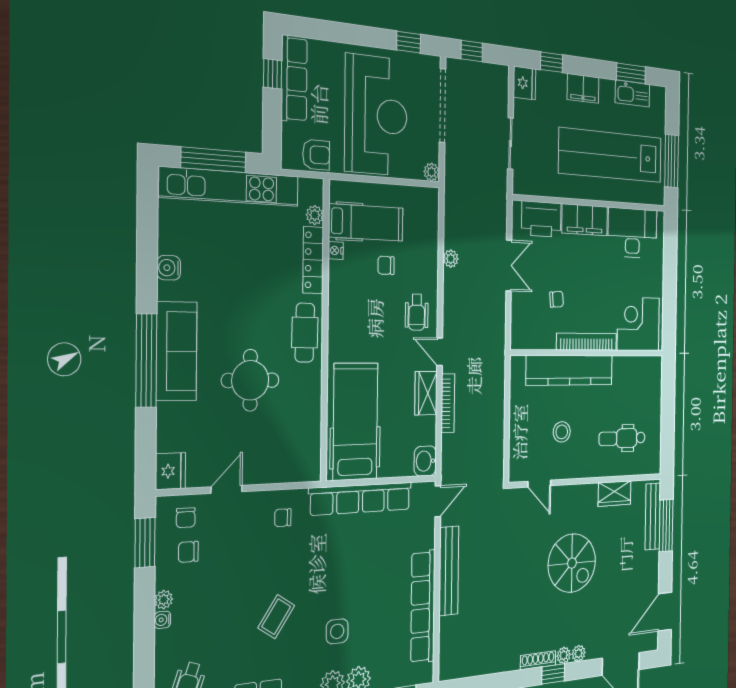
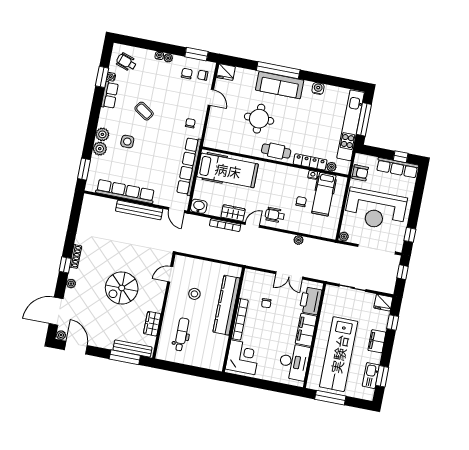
armchair: (316, 155) -> (360, 173), turned -90
lab bench: (611, 155) -> (339, 354), turned 180
plant: (564, 655) -> (61, 335), moved

